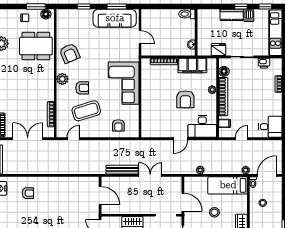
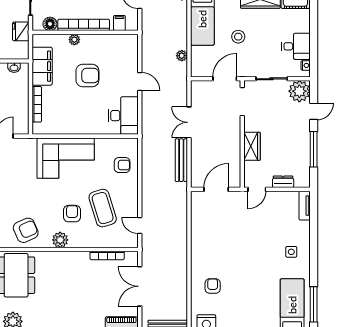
desk: (202, 126) -> (123, 116), moved

